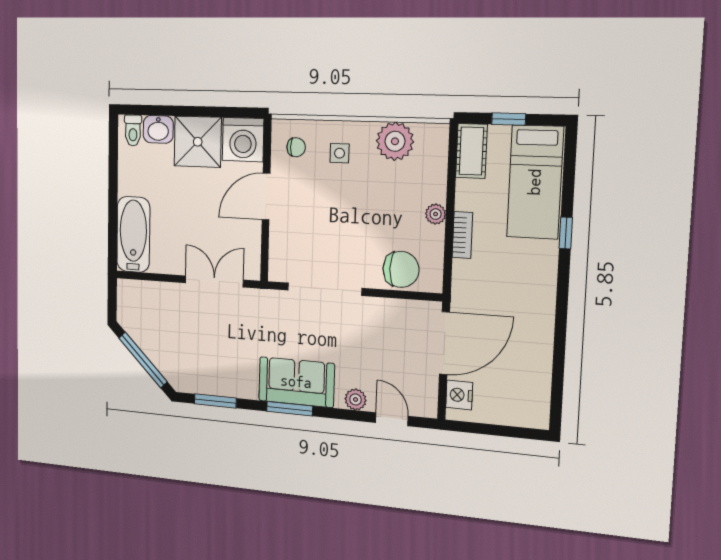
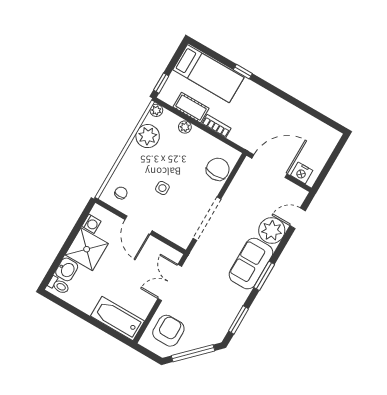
window: (509, 119) -> (161, 83), moved
plant: (439, 134) -> (156, 110), added
washing machine: (243, 140) -> (91, 224), width x0.53, depth x0.53
cot: (471, 151) -> (191, 108), moved
side table: (340, 153) -> (162, 188), moved
plant: (436, 214) -> (185, 127), moved
armchair: (153, 312) -> (168, 331), added
door: (444, 343) -> (270, 166), hinge flipped
plant: (356, 399) -> (272, 230), width x1.88, depth x1.88

